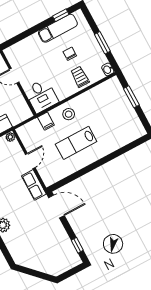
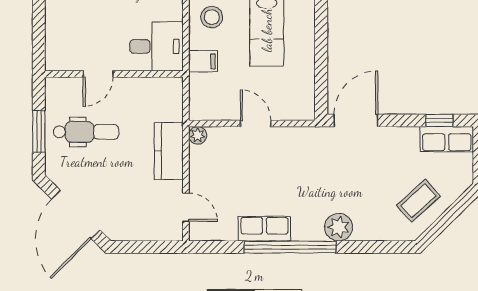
row of seats: (34, 185) -> (447, 139), moved
coffee table: (35, 255) -> (418, 201), added

